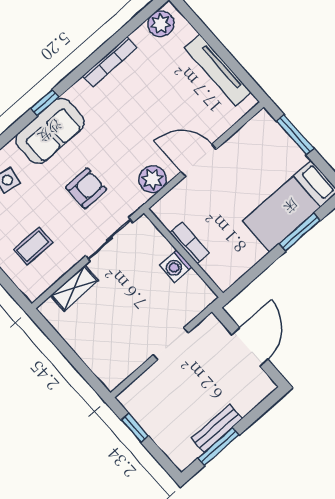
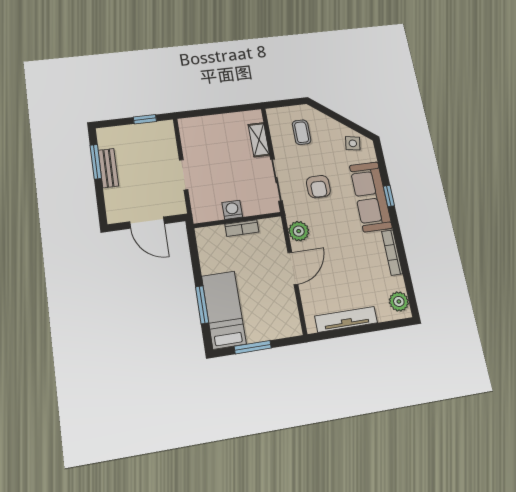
sofa: (50, 131) -> (371, 197), width x1.36
window: (295, 135) -> (253, 347), moved

